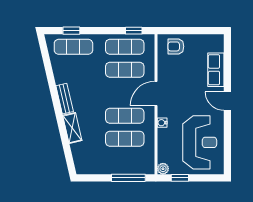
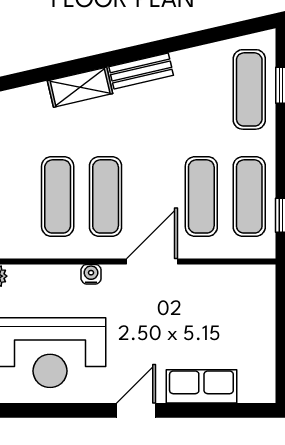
armchair: (176, 46) -> (250, 303), removed
door: (156, 93) -> (152, 261), hinge flipped

